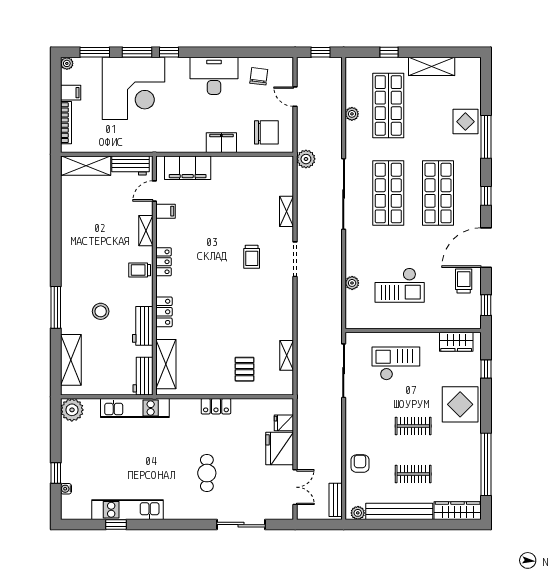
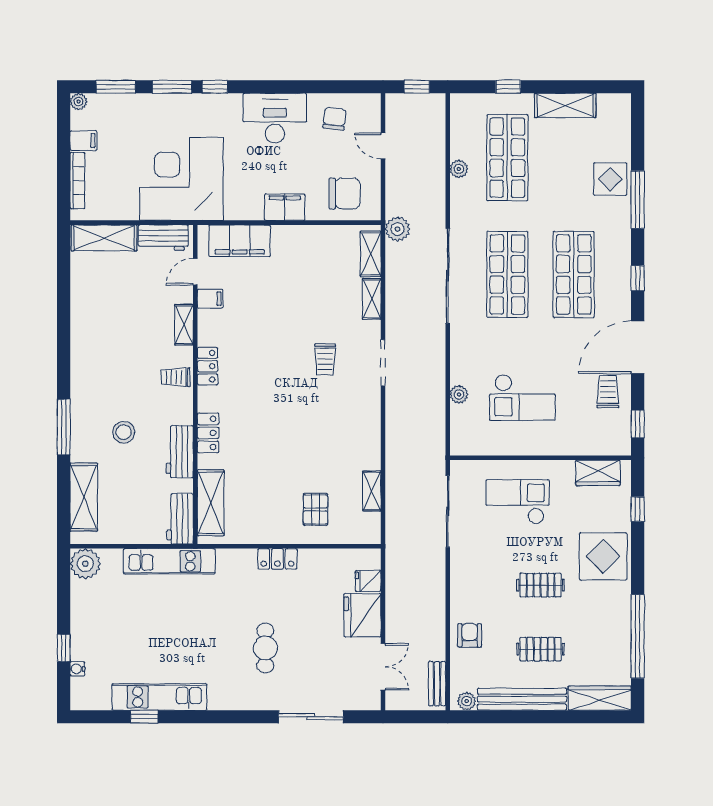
corner desk: (134, 88) -> (181, 179), moved, turned 180
shelving: (286, 178) -> (371, 254), added

